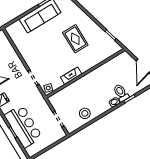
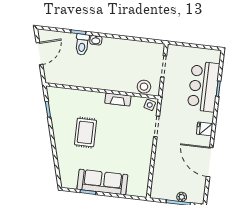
stool: (85, 113) -> (144, 87), moved

